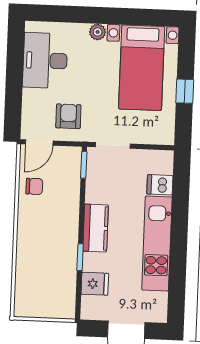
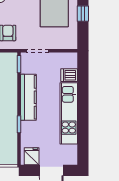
kitchen counter: (96, 228) -> (28, 97), width x1.50
fridge: (95, 284) -> (32, 156), moved, turned -90

